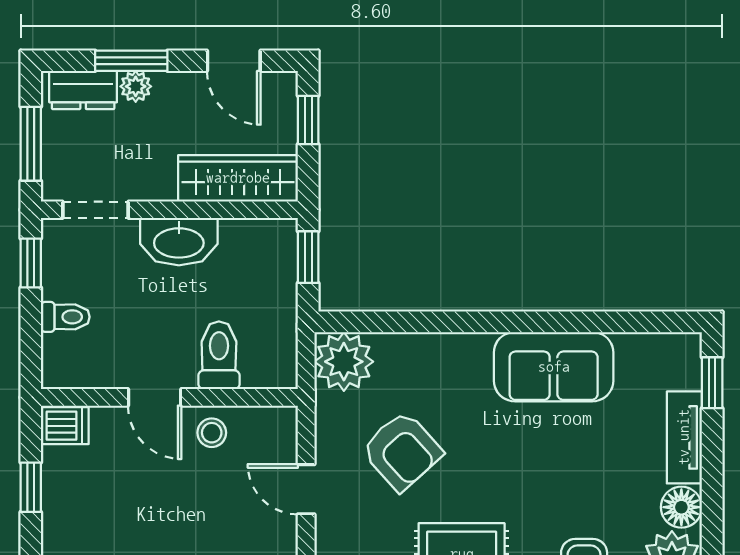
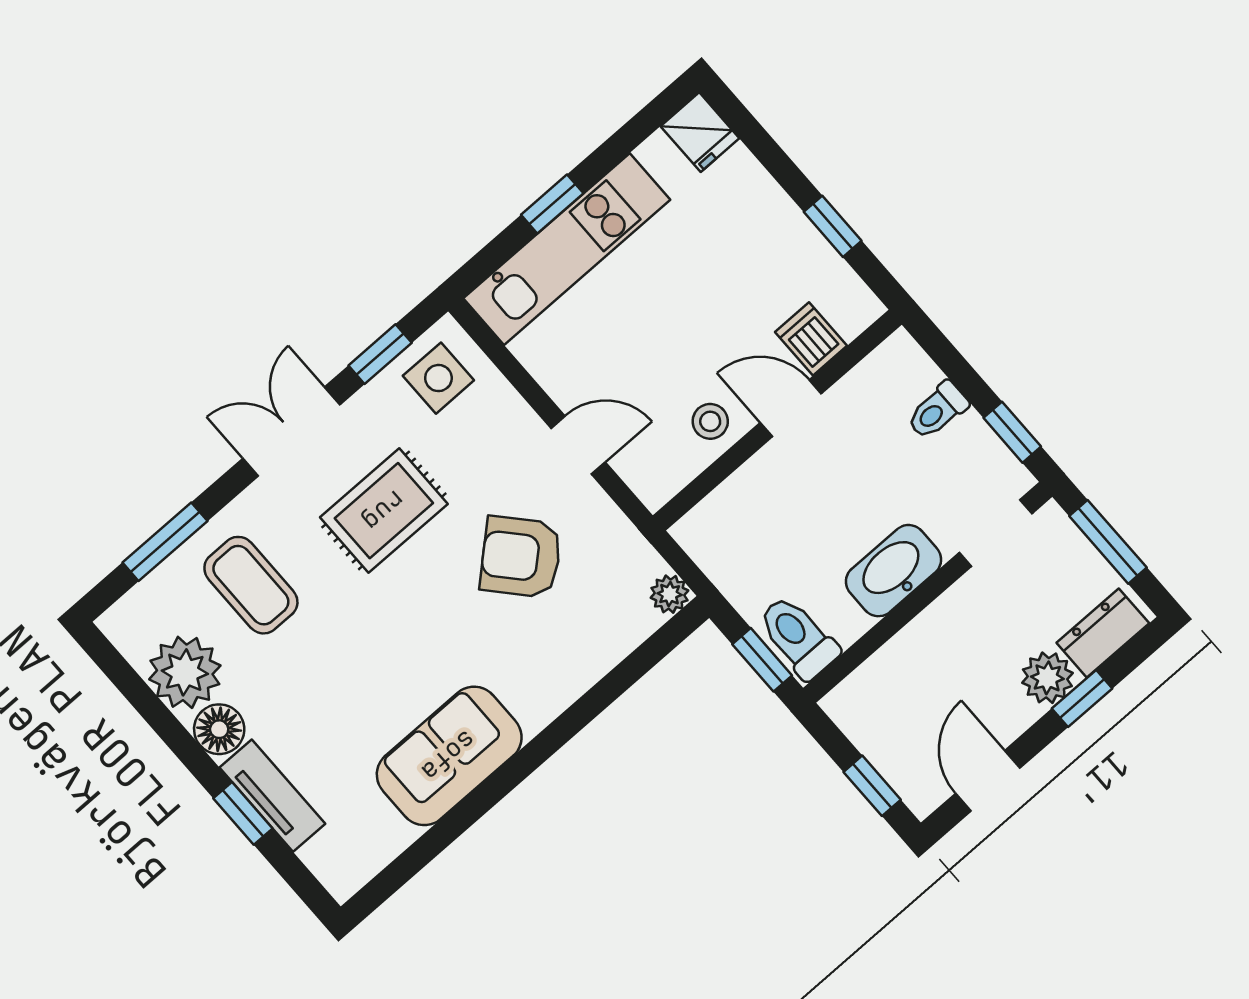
window: (131, 61) -> (1082, 698), width x0.67
door: (234, 61) -> (988, 781), hinge flipped
plant: (136, 86) -> (1047, 678), width x1.38, depth x1.38
wardrobe: (238, 178) -> (890, 676), removed
toilet: (219, 355) -> (798, 637), moved, turned 180
plant: (344, 362) -> (670, 594), width x0.53, depth x0.53
window: (712, 383) -> (243, 813), moved
dishwasher: (65, 426) -> (811, 339), moved, turned 90

